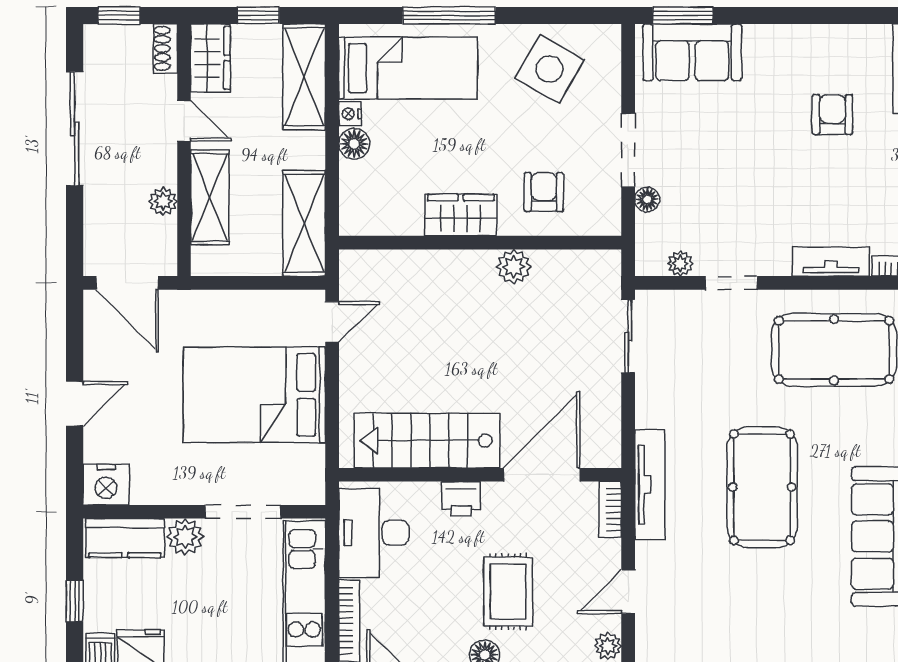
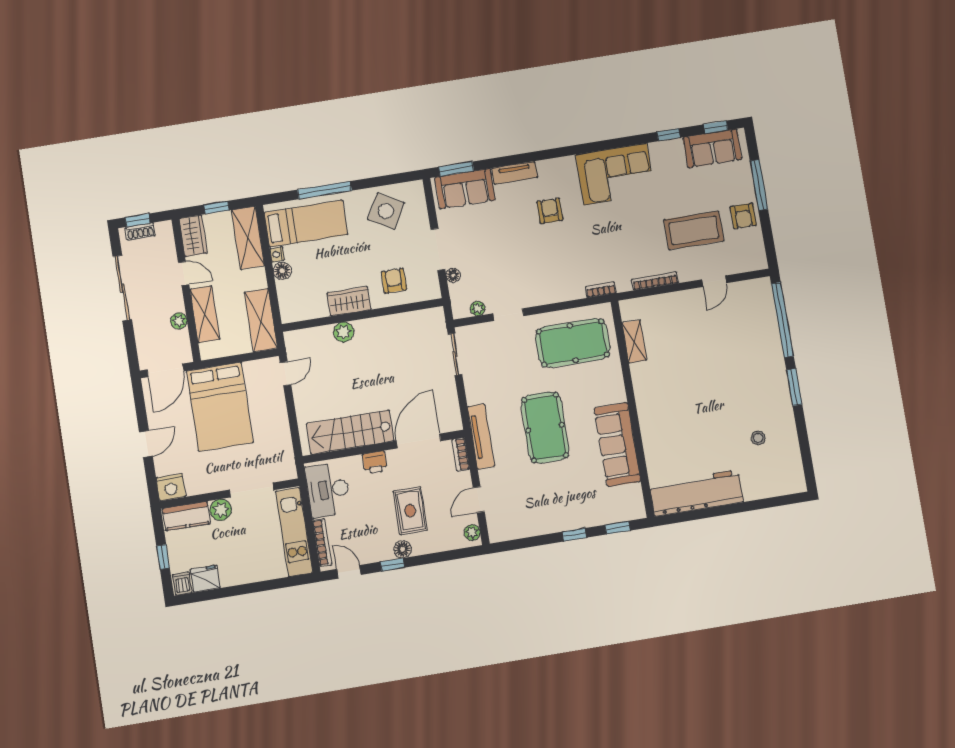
shoe rack: (165, 48) -> (140, 232), moved, turned -90
tv unit: (831, 262) -> (515, 173), moved, turned 180
plant: (514, 267) -> (344, 332), moved
door: (127, 283) -> (165, 370), hinge flipped
bed: (254, 395) -> (220, 407), moved, turned -90

